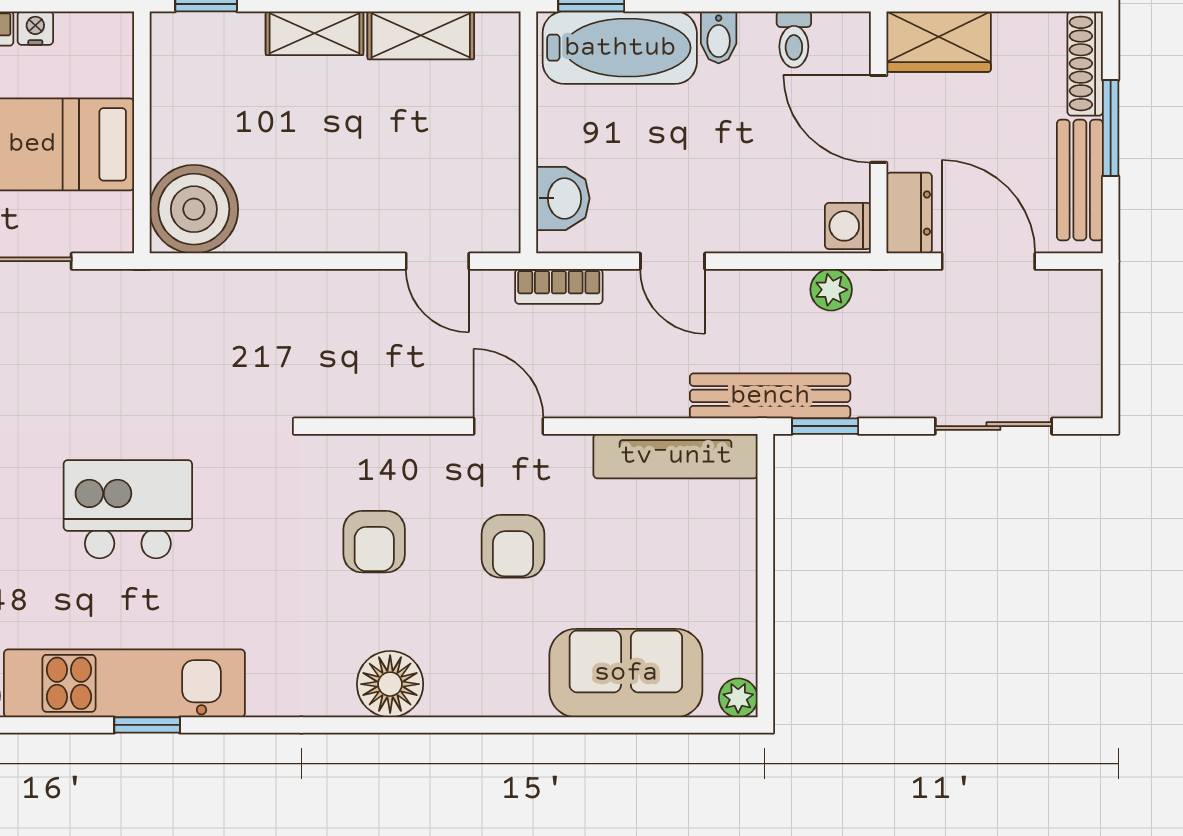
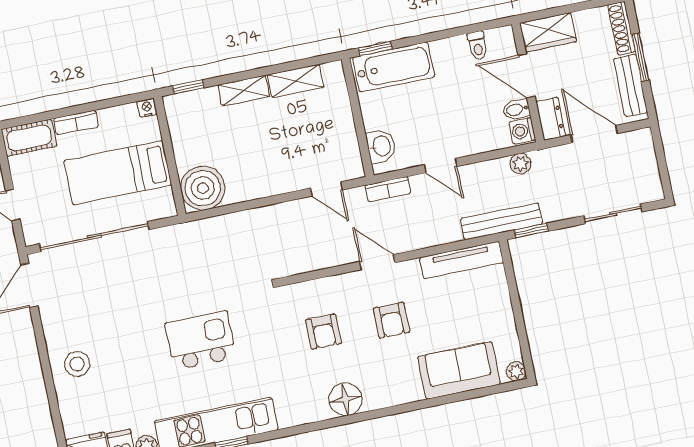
nightstand: (35, 28) -> (147, 108), moved
bidet: (719, 37) -> (516, 109), moved, turned 90

